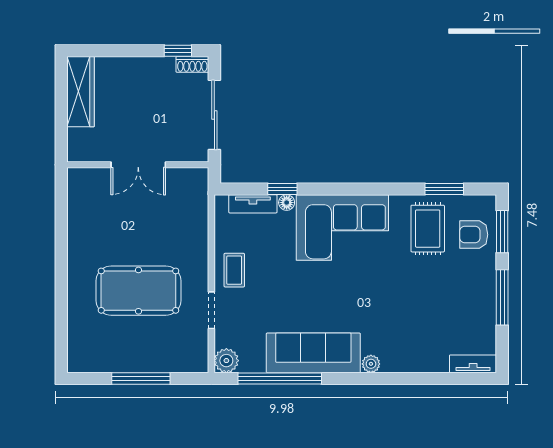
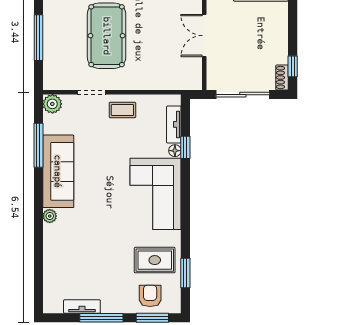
tv unit: (473, 364) -> (82, 307), moved, turned -90
window: (280, 378) -> (38, 145), width x0.68

